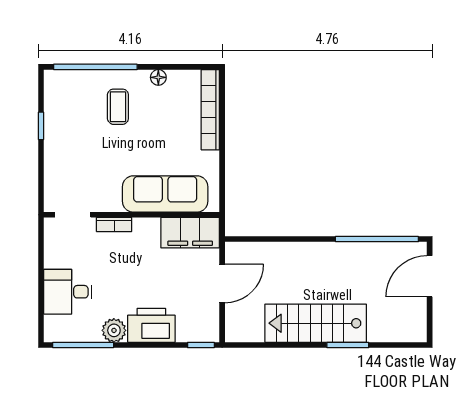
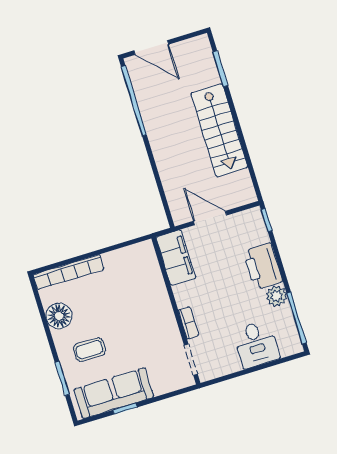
window: (95, 67) -> (62, 378), width x0.47
floor lamp: (158, 77) -> (59, 316), width x1.89, depth x1.89
sofa: (165, 194) -> (114, 393), moved, turned 90
window: (348, 345) -> (220, 69), moved

